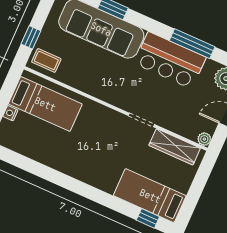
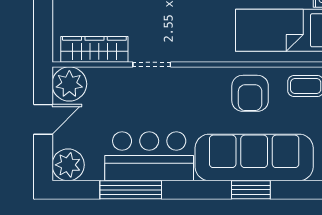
armchair: (85, 72) -> (250, 93), added
plant: (204, 139) -> (69, 84), width x1.88, depth x1.88

